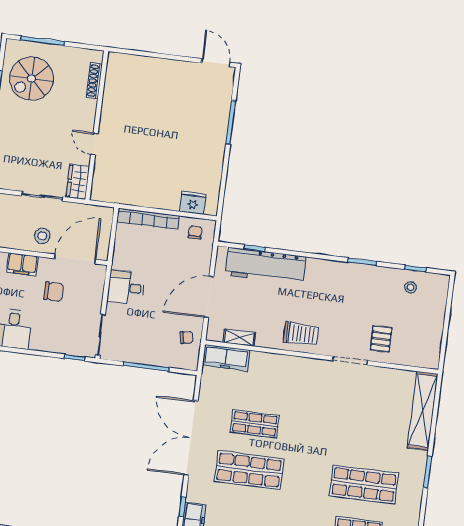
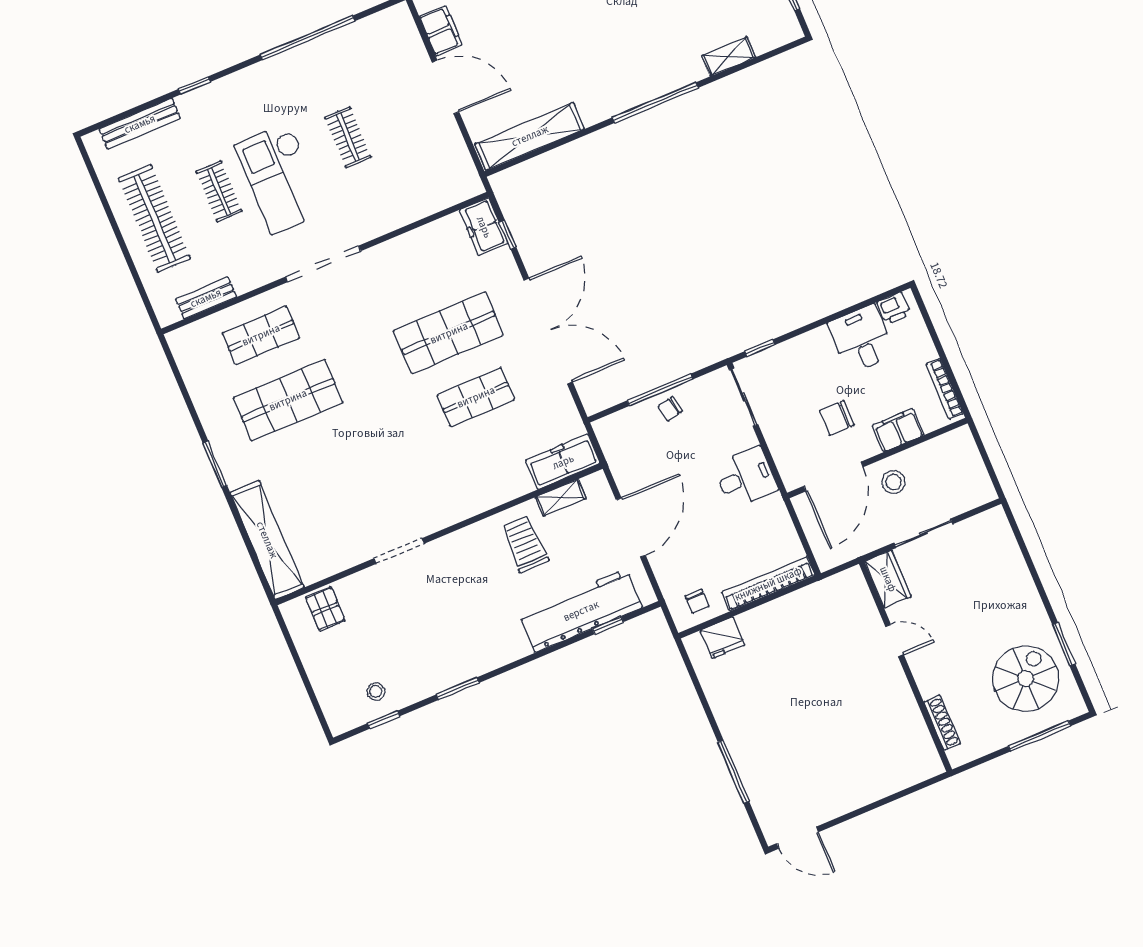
trolley: (301, 334) -> (525, 544), moved, turned 90
chair: (187, 337) -> (670, 409), moved
pallet: (381, 339) -> (325, 609), moved

